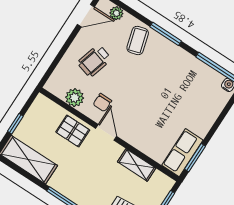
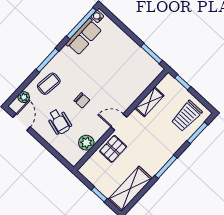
coffee table: (138, 41) -> (49, 84), turned -67
chair: (102, 103) -> (82, 100), moved
row of seats: (182, 153) -> (84, 37), moved, turned -90

